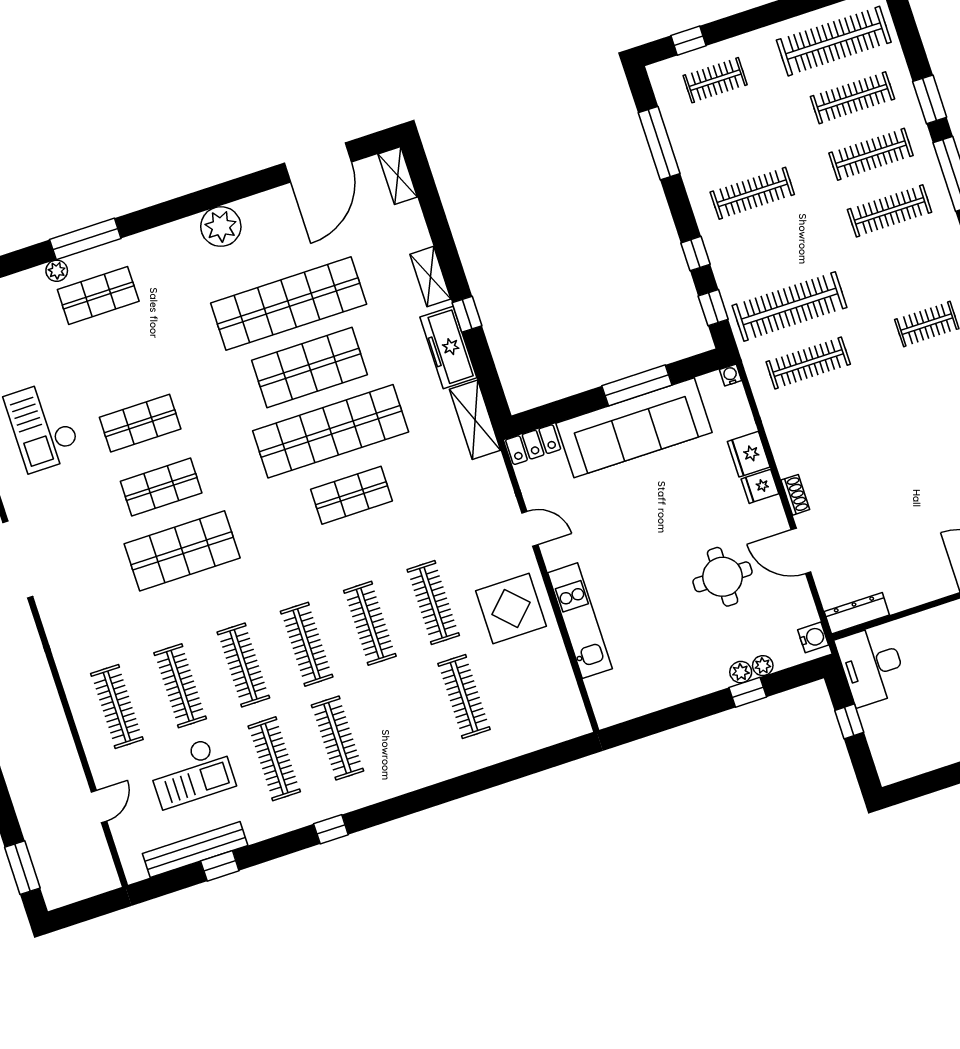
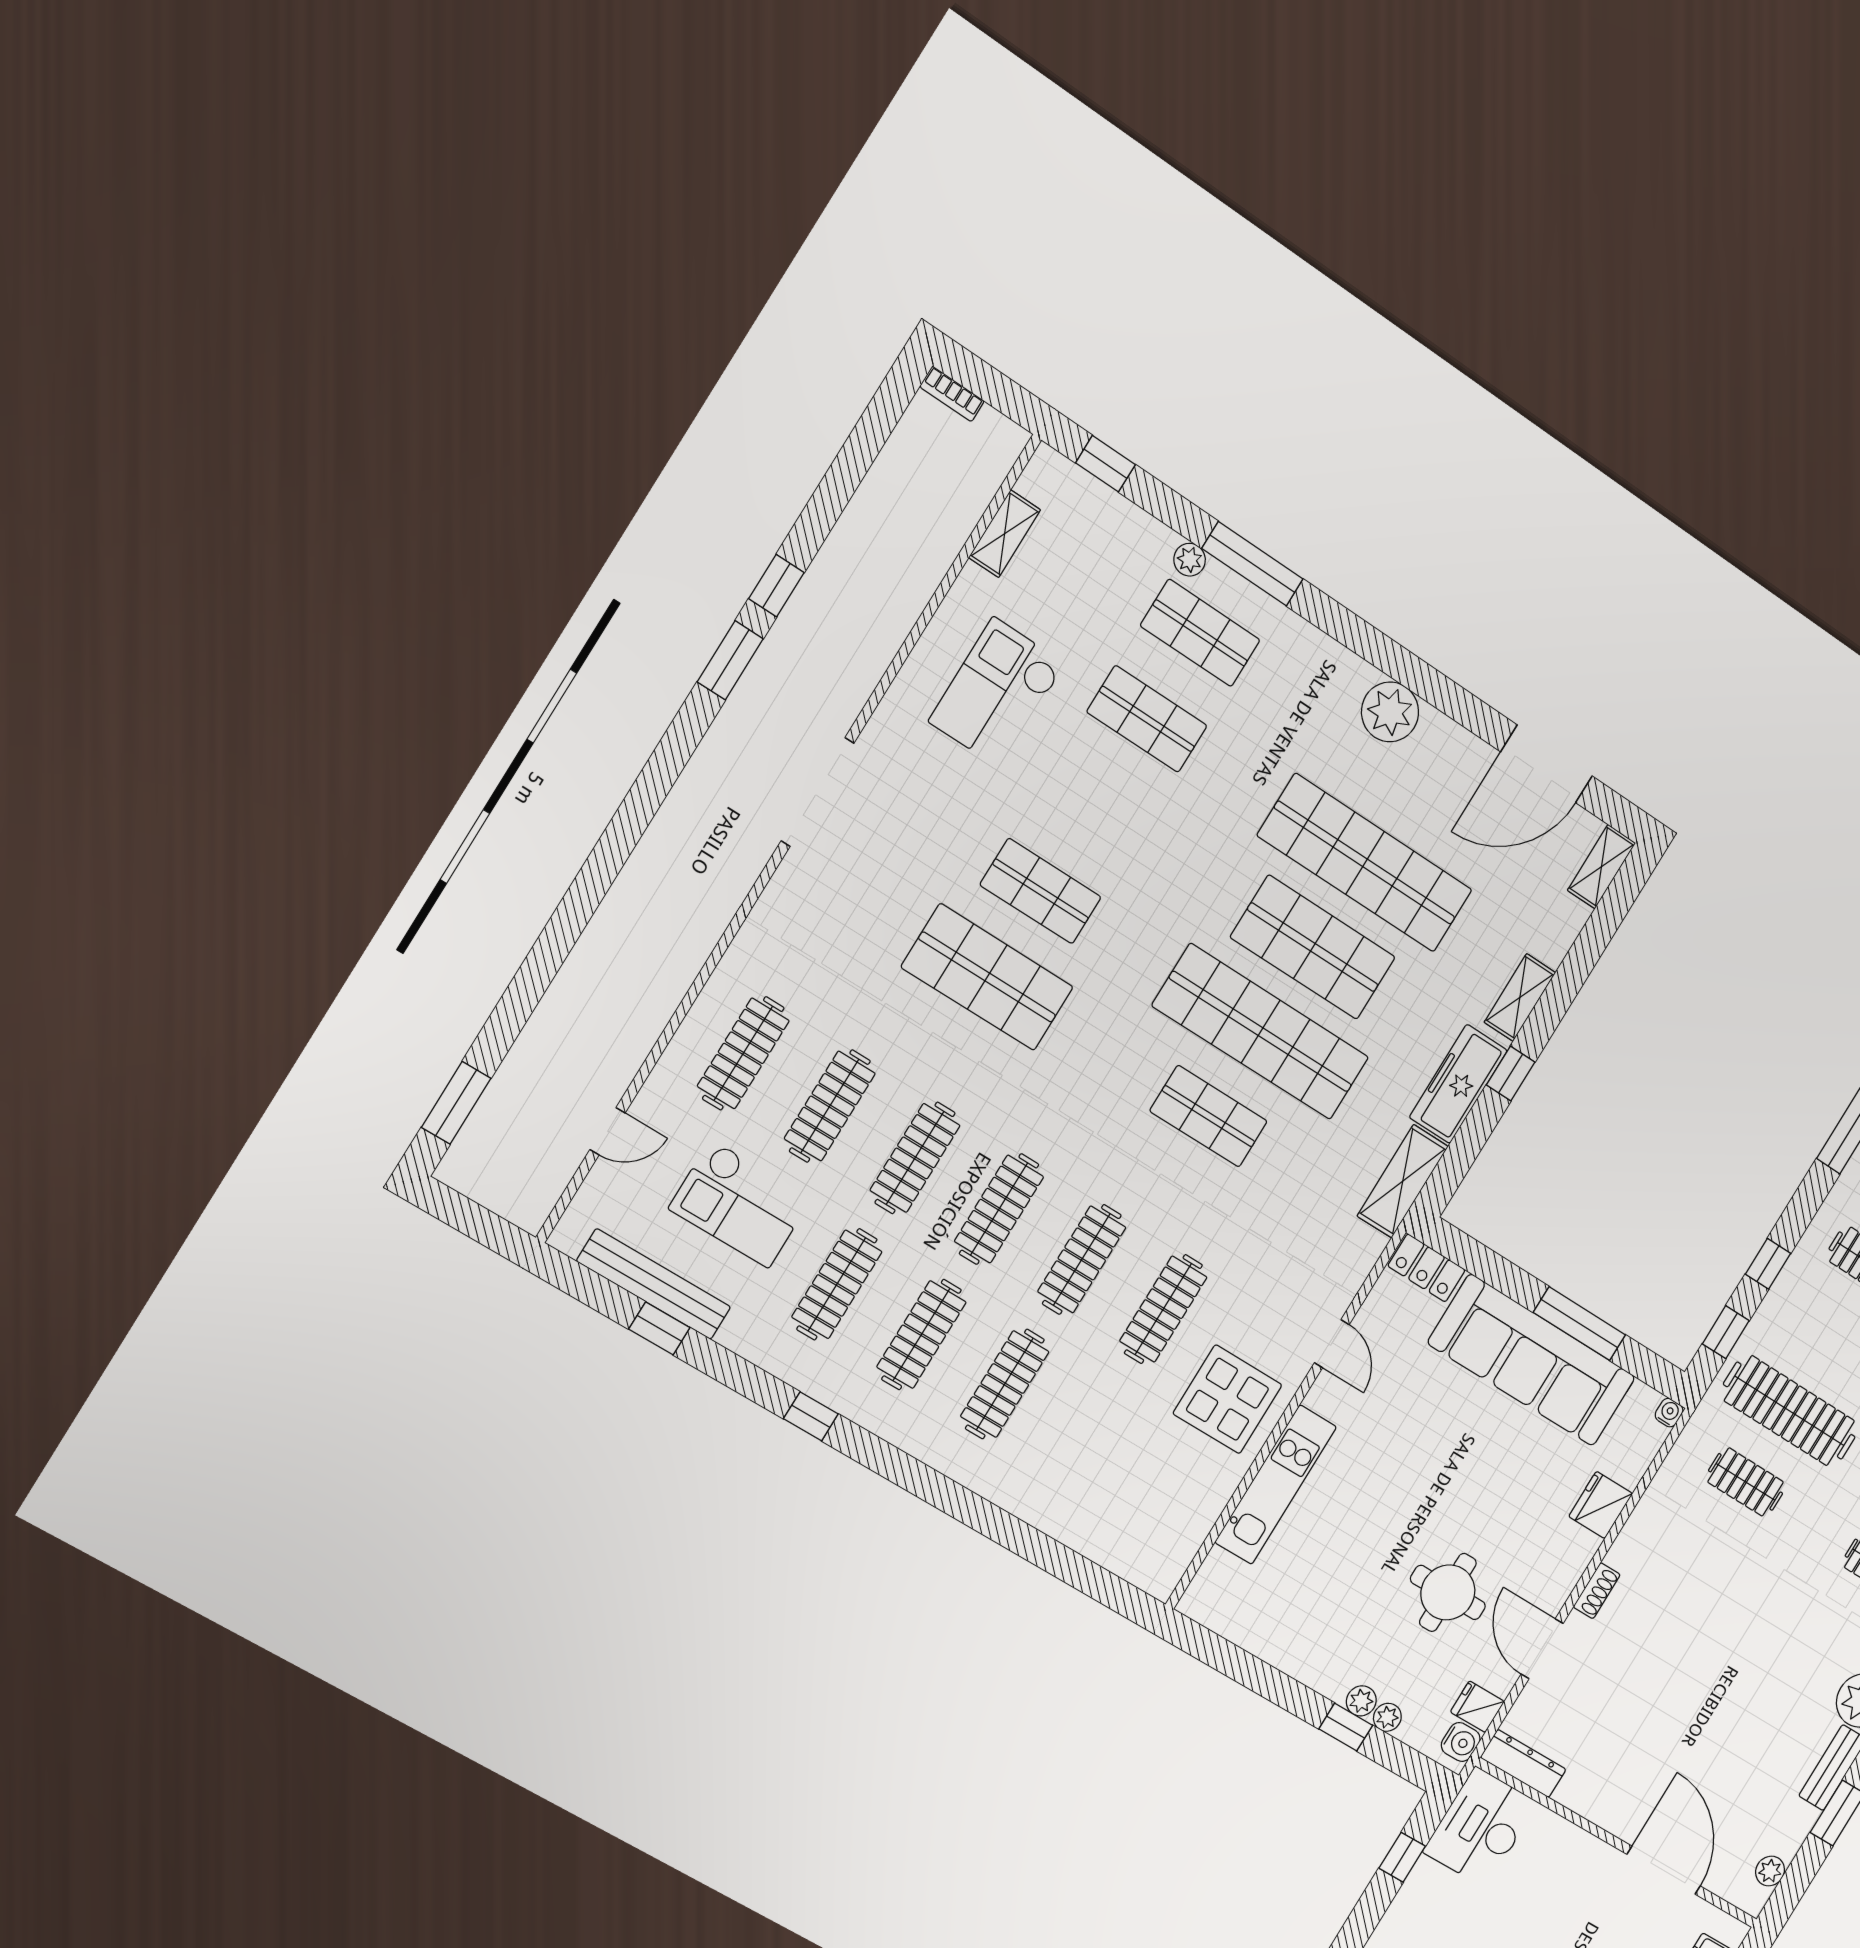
clothes rail: (808, 363) -> (1746, 1482), width x0.73
shop shelf: (140, 423) -> (1147, 719), moved
fridge: (760, 486) -> (1477, 1707), moved
clothes rail: (464, 696) -> (1005, 1384), moved

